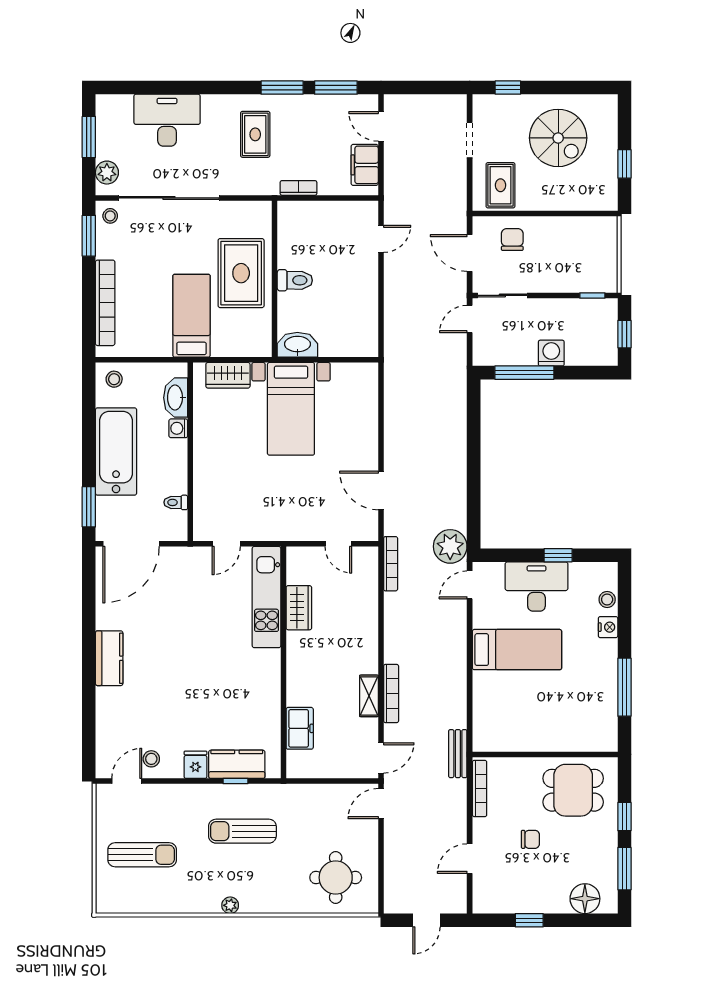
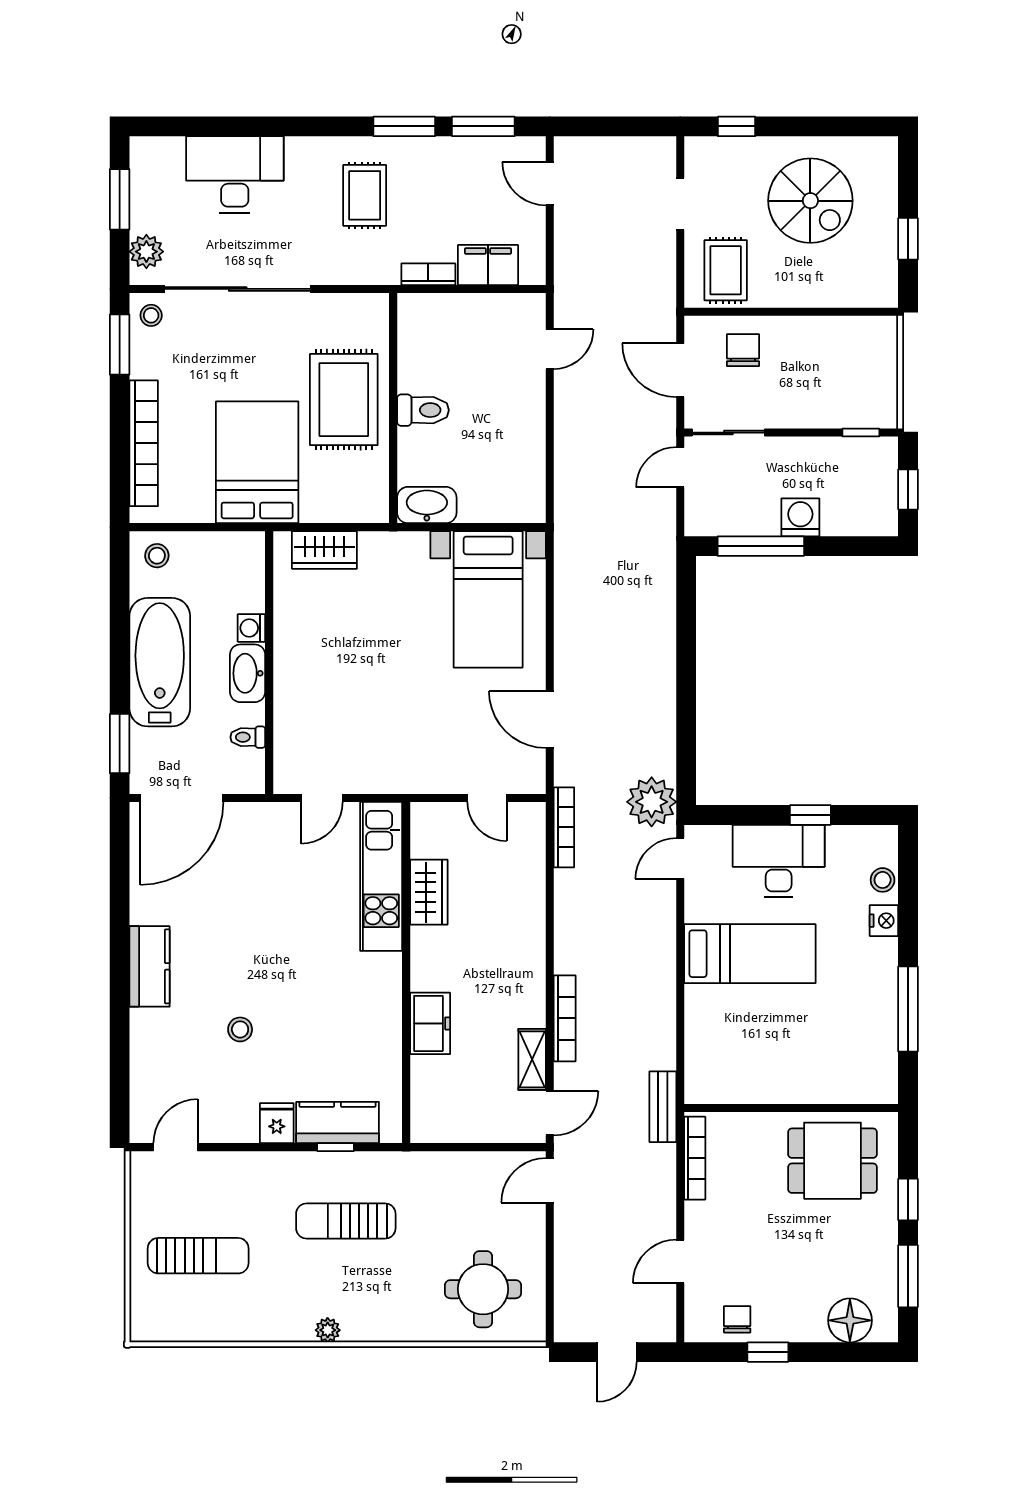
filing cabinet: (365, 165) -> (488, 265), moved, turned 90
bed: (192, 316) -> (257, 462), width x1.50
washbasin: (176, 398) -> (248, 673), moved
bed with nightstands: (291, 409) -> (488, 599), moved
shelving: (369, 696) -> (532, 1059), moved
freezer: (300, 728) -> (430, 1023), moved
stool: (151, 759) -> (240, 1029), moved
chair: (530, 839) -> (737, 1319), moved, turned -90

